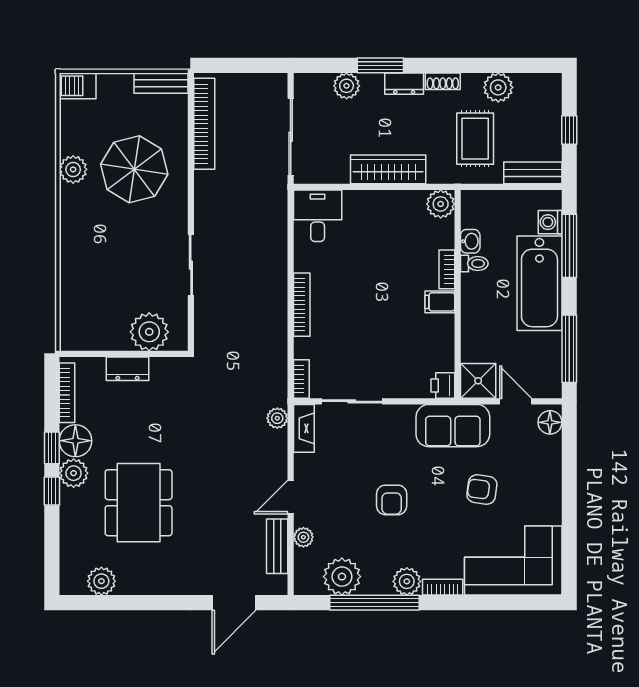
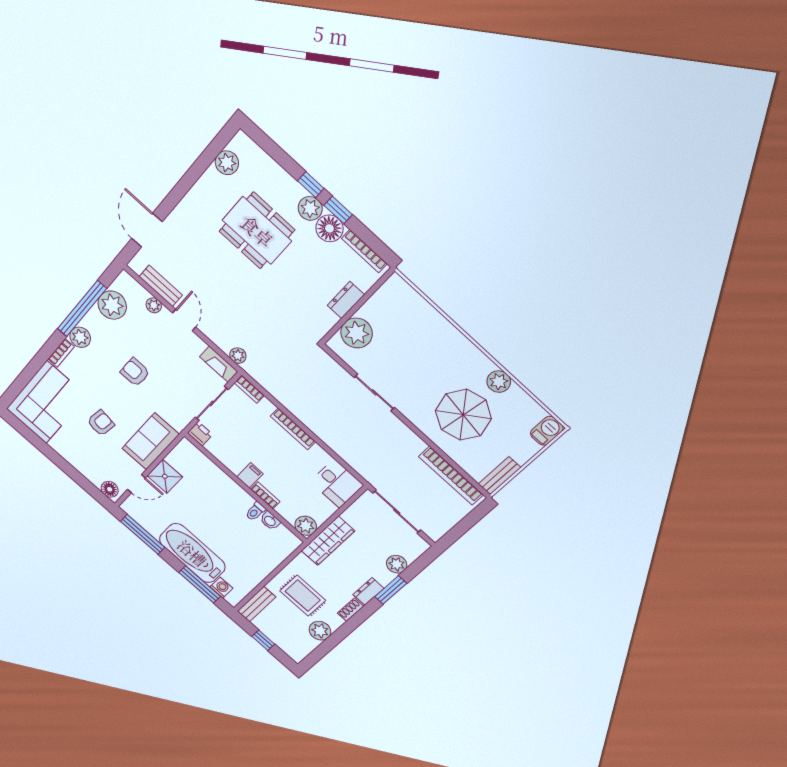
plant: (441, 204) -> (306, 526), moved
washbasin: (470, 241) -> (270, 521), moved
toilet: (474, 264) -> (255, 511), moved
bookcase: (447, 269) -> (265, 495), moved
wall: (458, 294) -> (246, 488), moved
filing cabinet: (440, 302) -> (250, 475), moved
printer: (443, 385) -> (200, 434), moved

